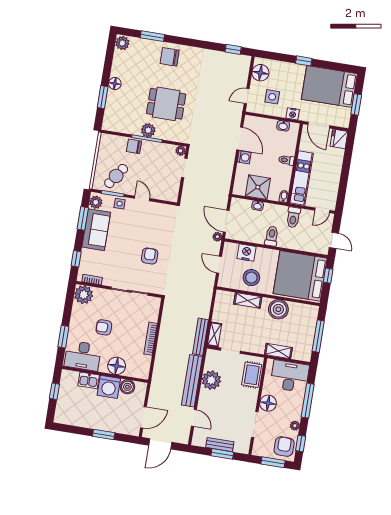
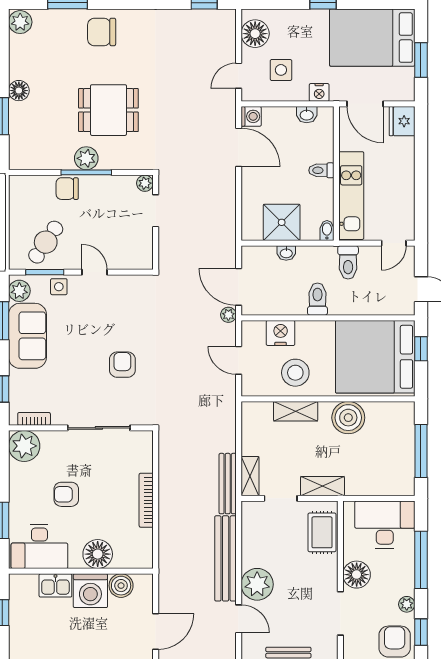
washing machine: (244, 157) -> (251, 116), moved
shelving: (278, 351) -> (322, 486), moved
plant: (211, 380) -> (257, 584), moved

